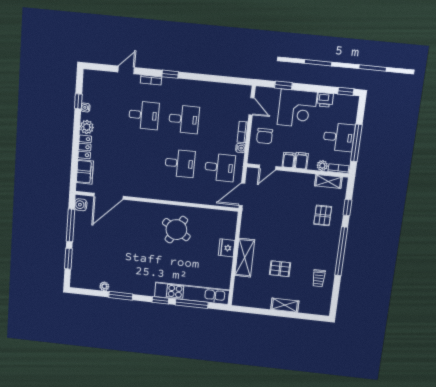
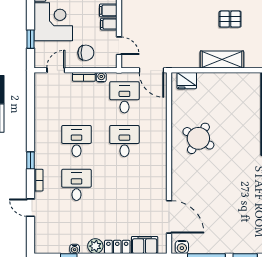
fridge: (227, 248) -> (187, 81), moved
pallet: (280, 269) -> (230, 19), turned 90

